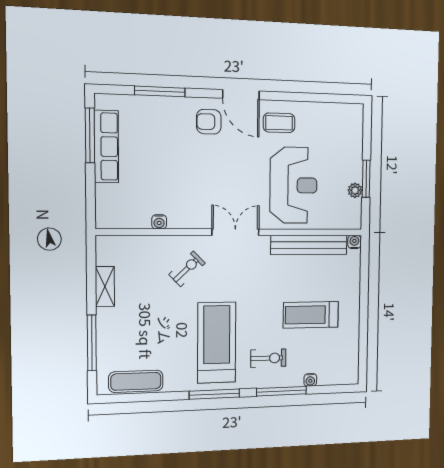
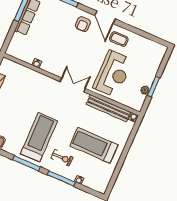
armchair: (209, 122) -> (83, 24), turned -90
exercise bike: (187, 269) -> (40, 93), removed
treadmill: (311, 315) -> (94, 145), width x1.37, depth x1.38

